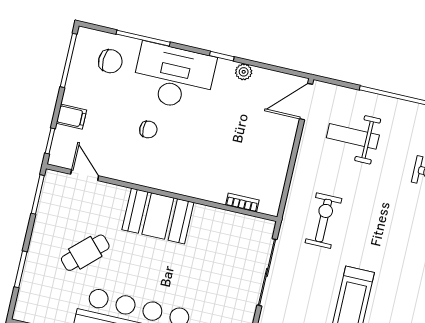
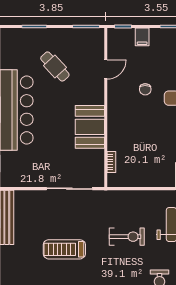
door: (85, 175) -> (106, 69), moved
booth: (158, 216) -> (90, 127), moved
exercise bike: (324, 221) -> (127, 237), moved

